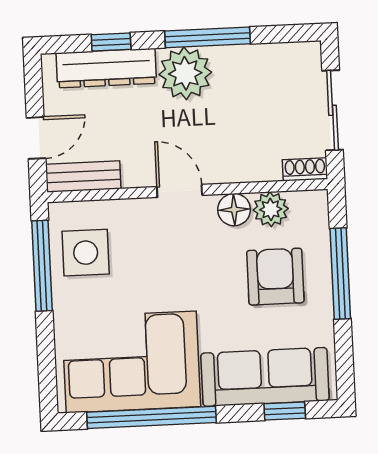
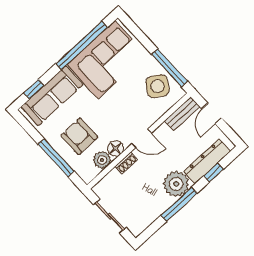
shoe rack: (305, 169) -> (126, 163), moved
side table: (86, 253) -> (157, 86), turned 33
armchair: (275, 277) -> (79, 136), turned 180

